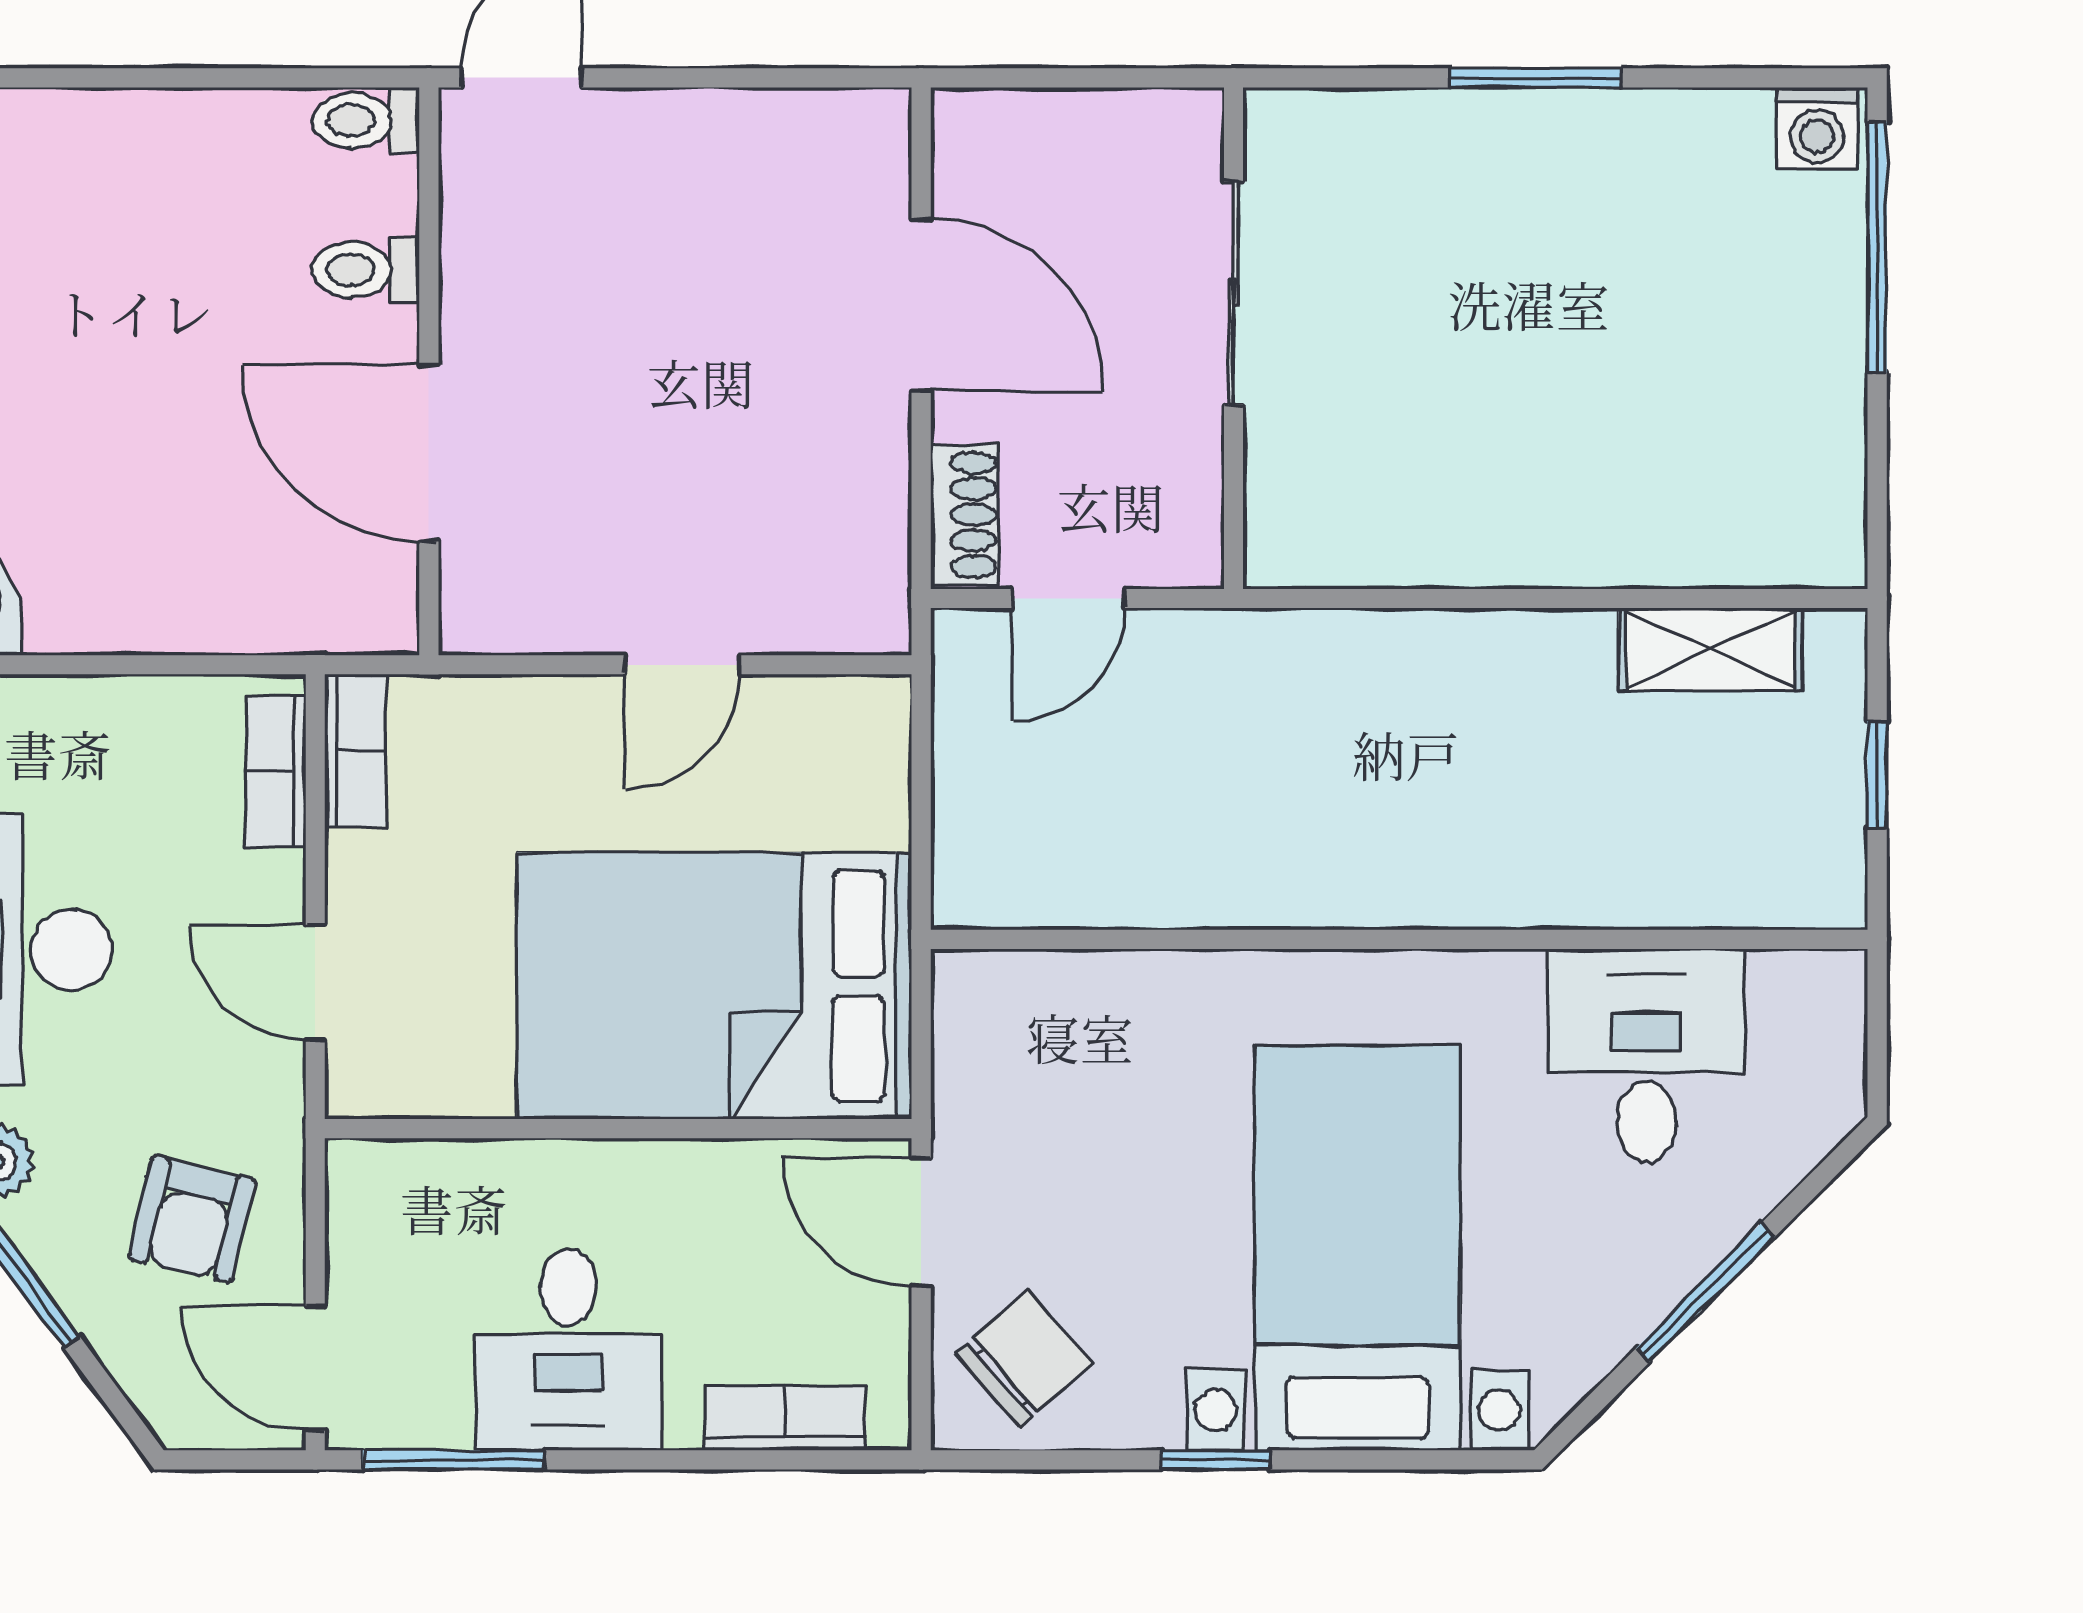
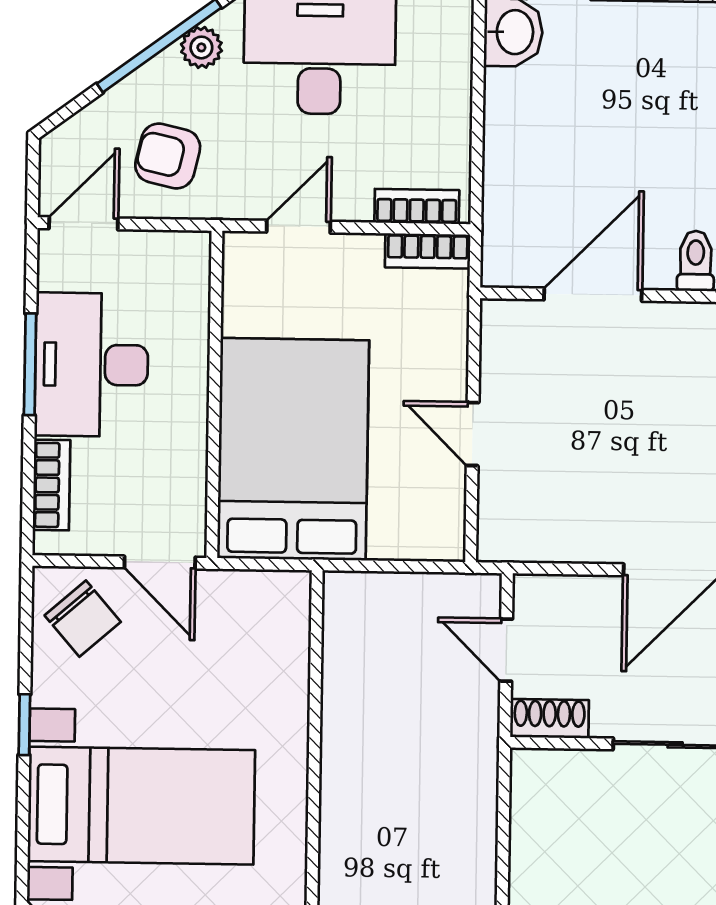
shoe rack: (965, 515) -> (550, 719), moved, turned 180
door: (921, 1222) -> (160, 562), swing flipped
desk: (568, 1350) -> (92, 365), width x1.37
window: (454, 1460) -> (30, 364), moved

